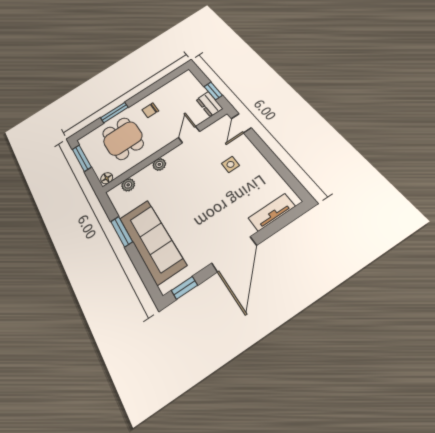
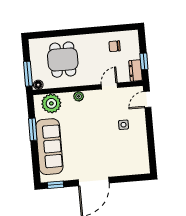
chair: (150, 110) -> (115, 46), moved
window: (114, 113) -> (66, 33), removed
window: (82, 158) -> (28, 74), moved
plant: (128, 185) -> (51, 103), width x1.88, depth x1.88
tv unit: (272, 212) -> (129, 169), removed

